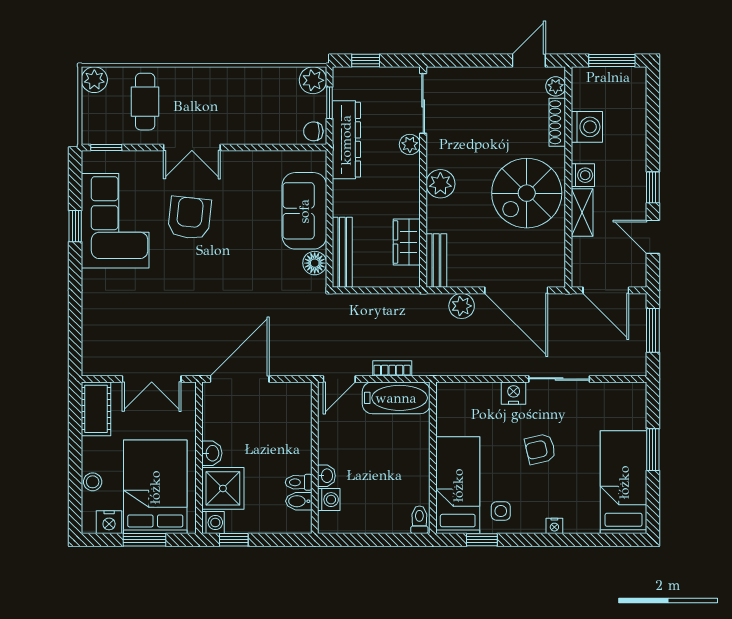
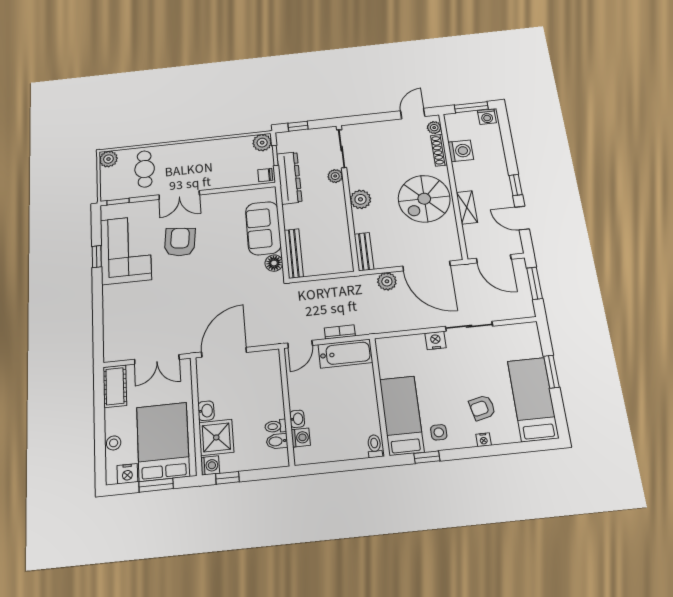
washing machine: (583, 175) -> (487, 117), moved, turned 90
wardrobe: (407, 242) -> (341, 241), removed
armchair: (540, 449) -> (482, 408), moved

